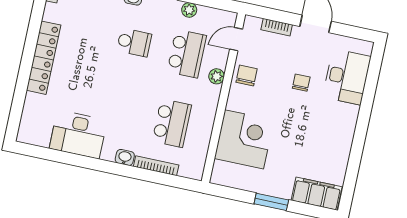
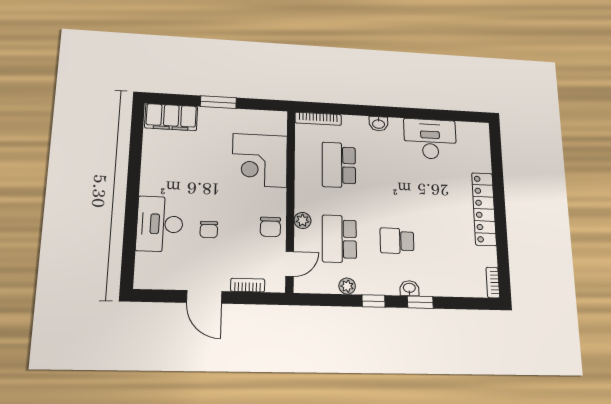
desk: (347, 77) -> (160, 224), moved
bookcase: (156, 166) -> (318, 119), moved

